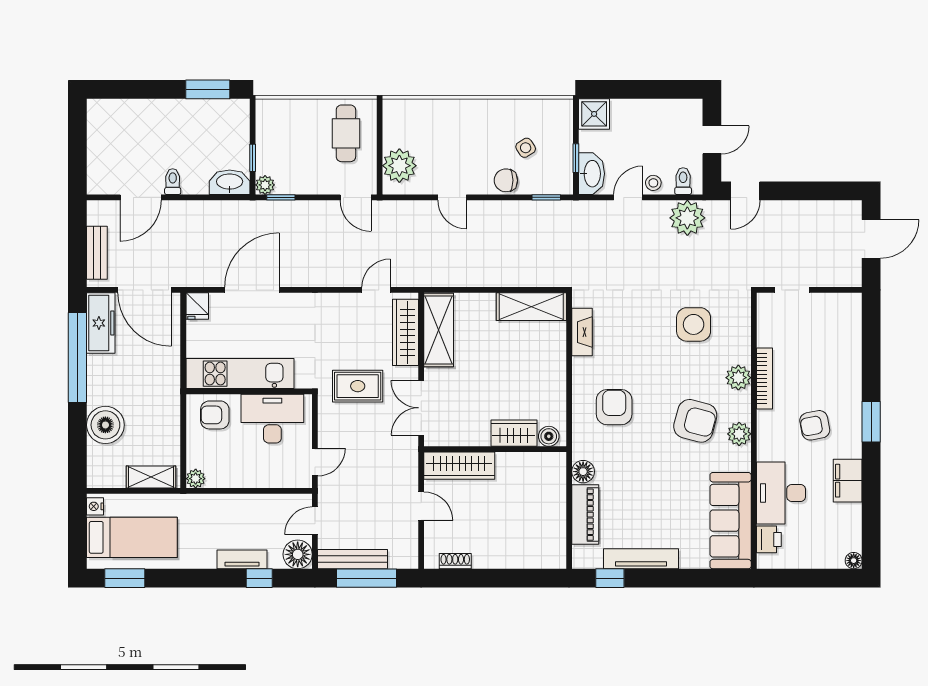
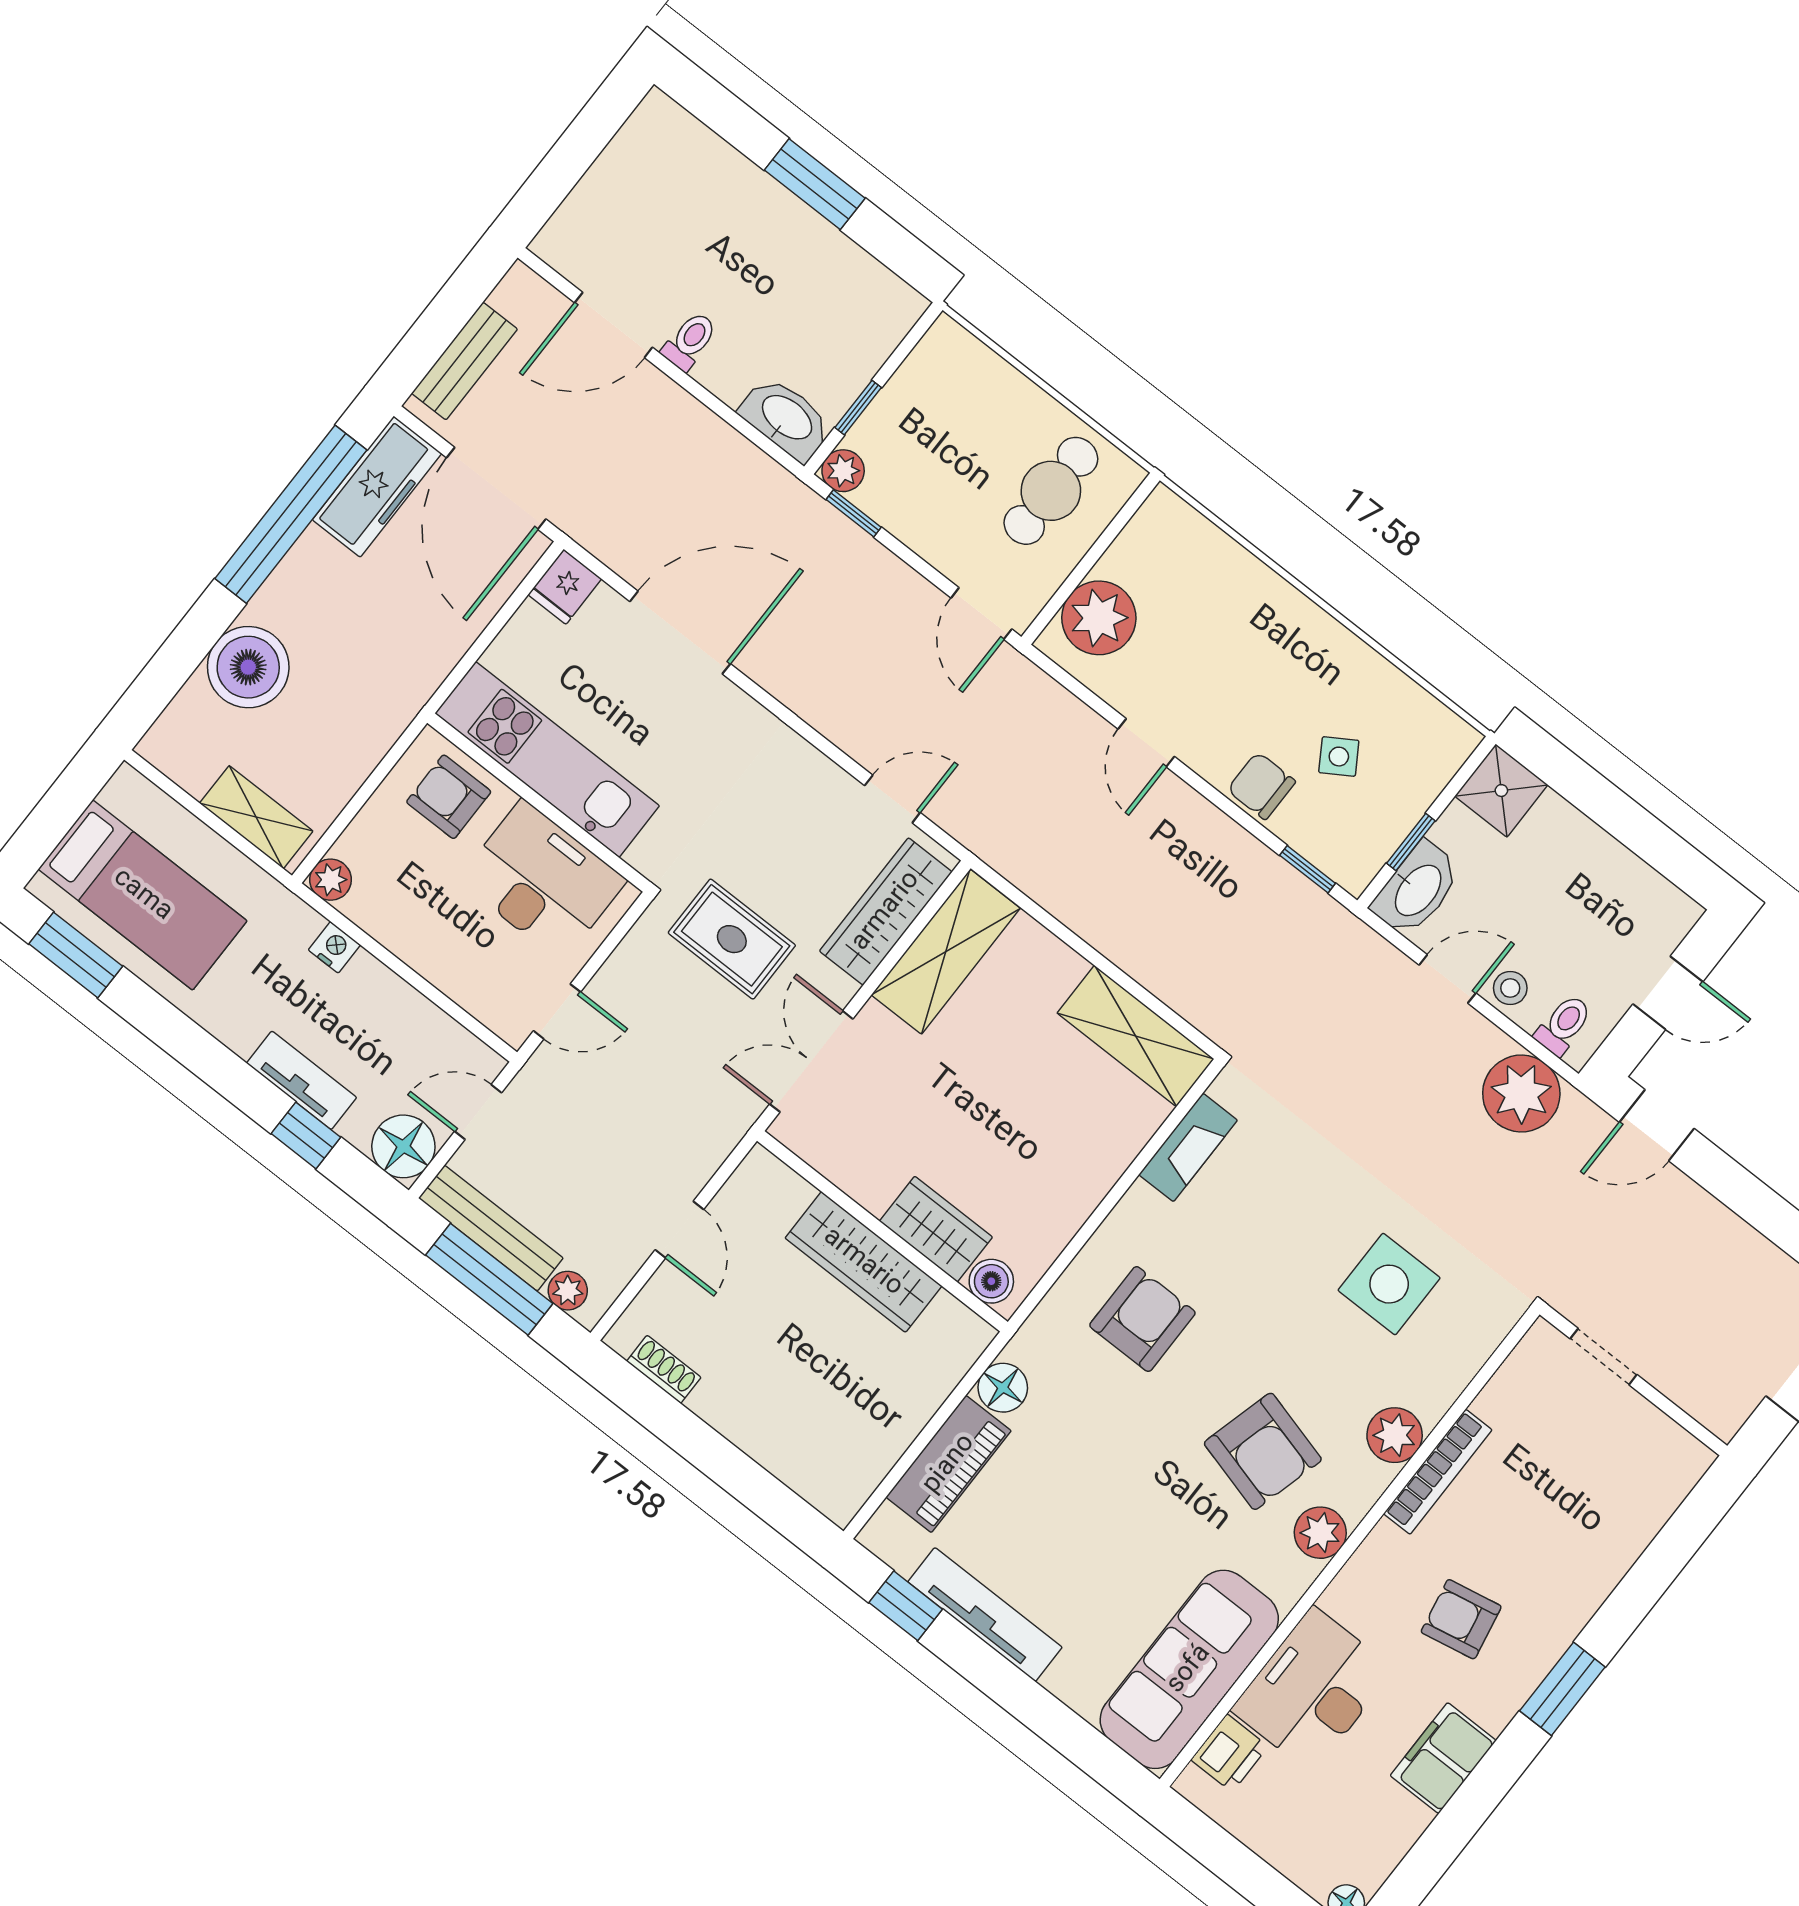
window: (208, 89) -> (815, 184), moved
wardrobe: (459, 466) -> (863, 1262), moved
nightstand: (95, 506) -> (334, 947), moved, turned 90
plant: (398, 560) -> (568, 1291), added

